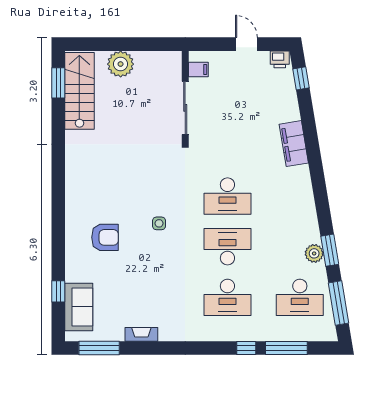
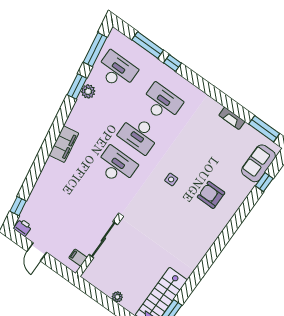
plant: (121, 64) -> (117, 297), width x0.53, depth x0.53
filing cabinet: (294, 144) -> (64, 144), moved

